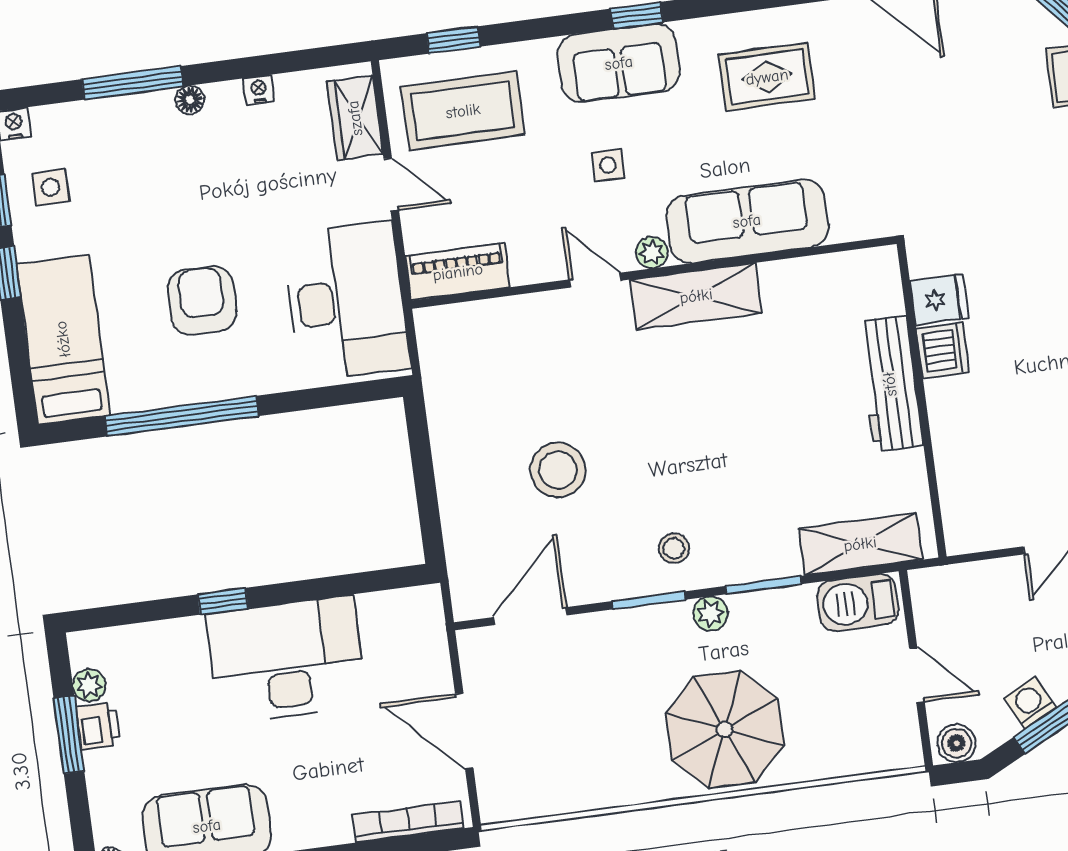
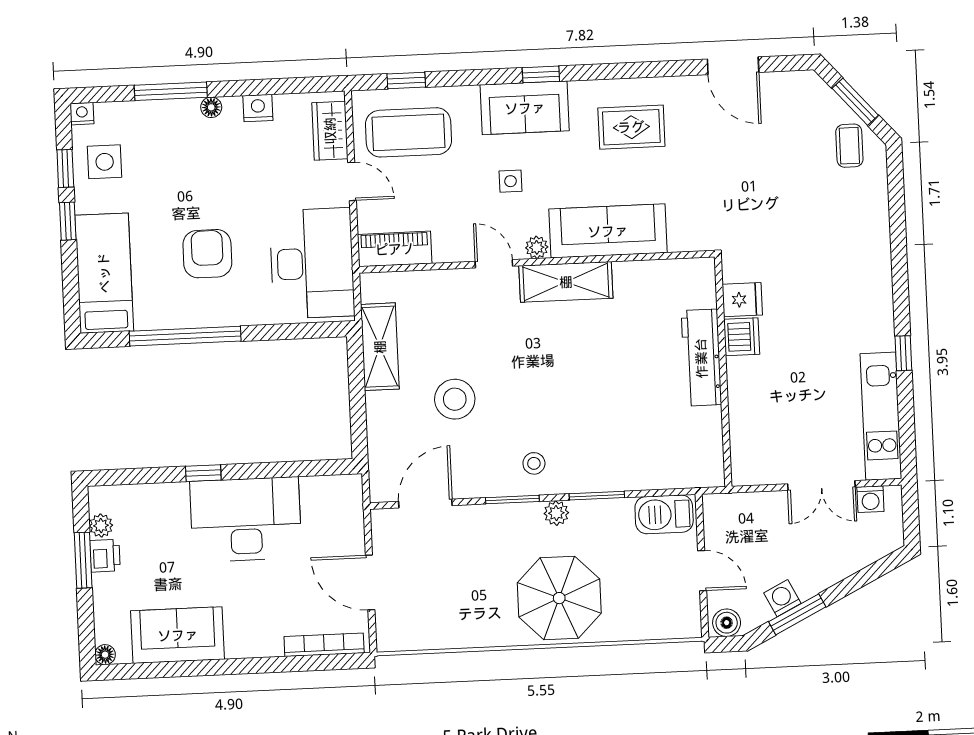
nightstand: (259, 90) -> (258, 108), width x1.39, depth x1.35
side table: (51, 187) -> (105, 162), width x1.37, depth x1.37
shelving: (860, 544) -> (380, 347), moved, turned 90

